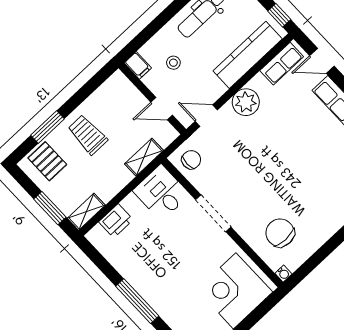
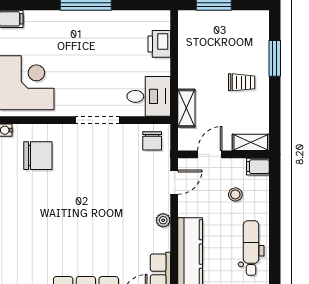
plant: (246, 102) -> (163, 220), width x0.53, depth x0.53
trolley: (88, 135) -> (242, 82), width x0.73, depth x0.72
pallet: (47, 161) -> (250, 35), removed
shelving: (86, 212) -> (251, 142), moved, turned 90

